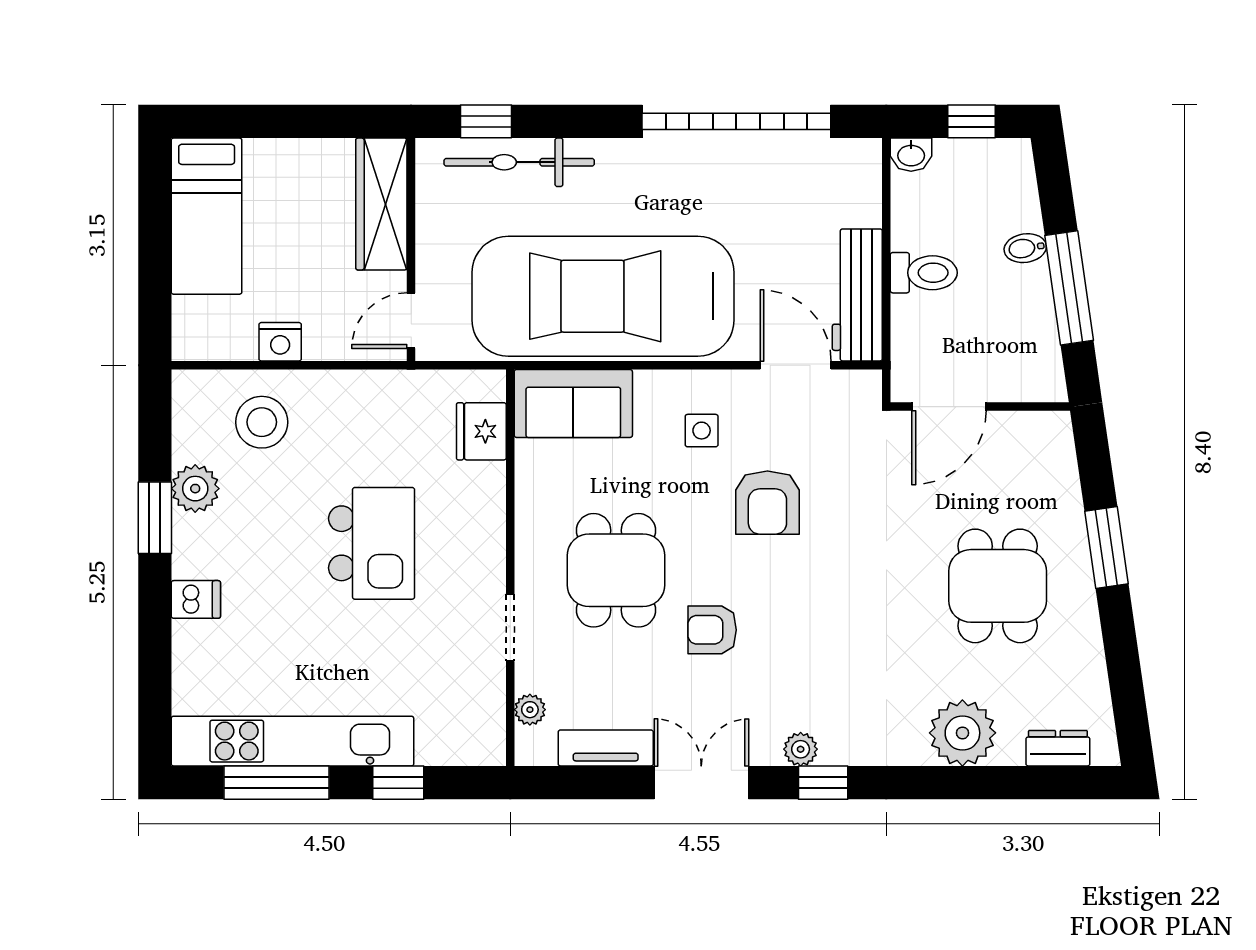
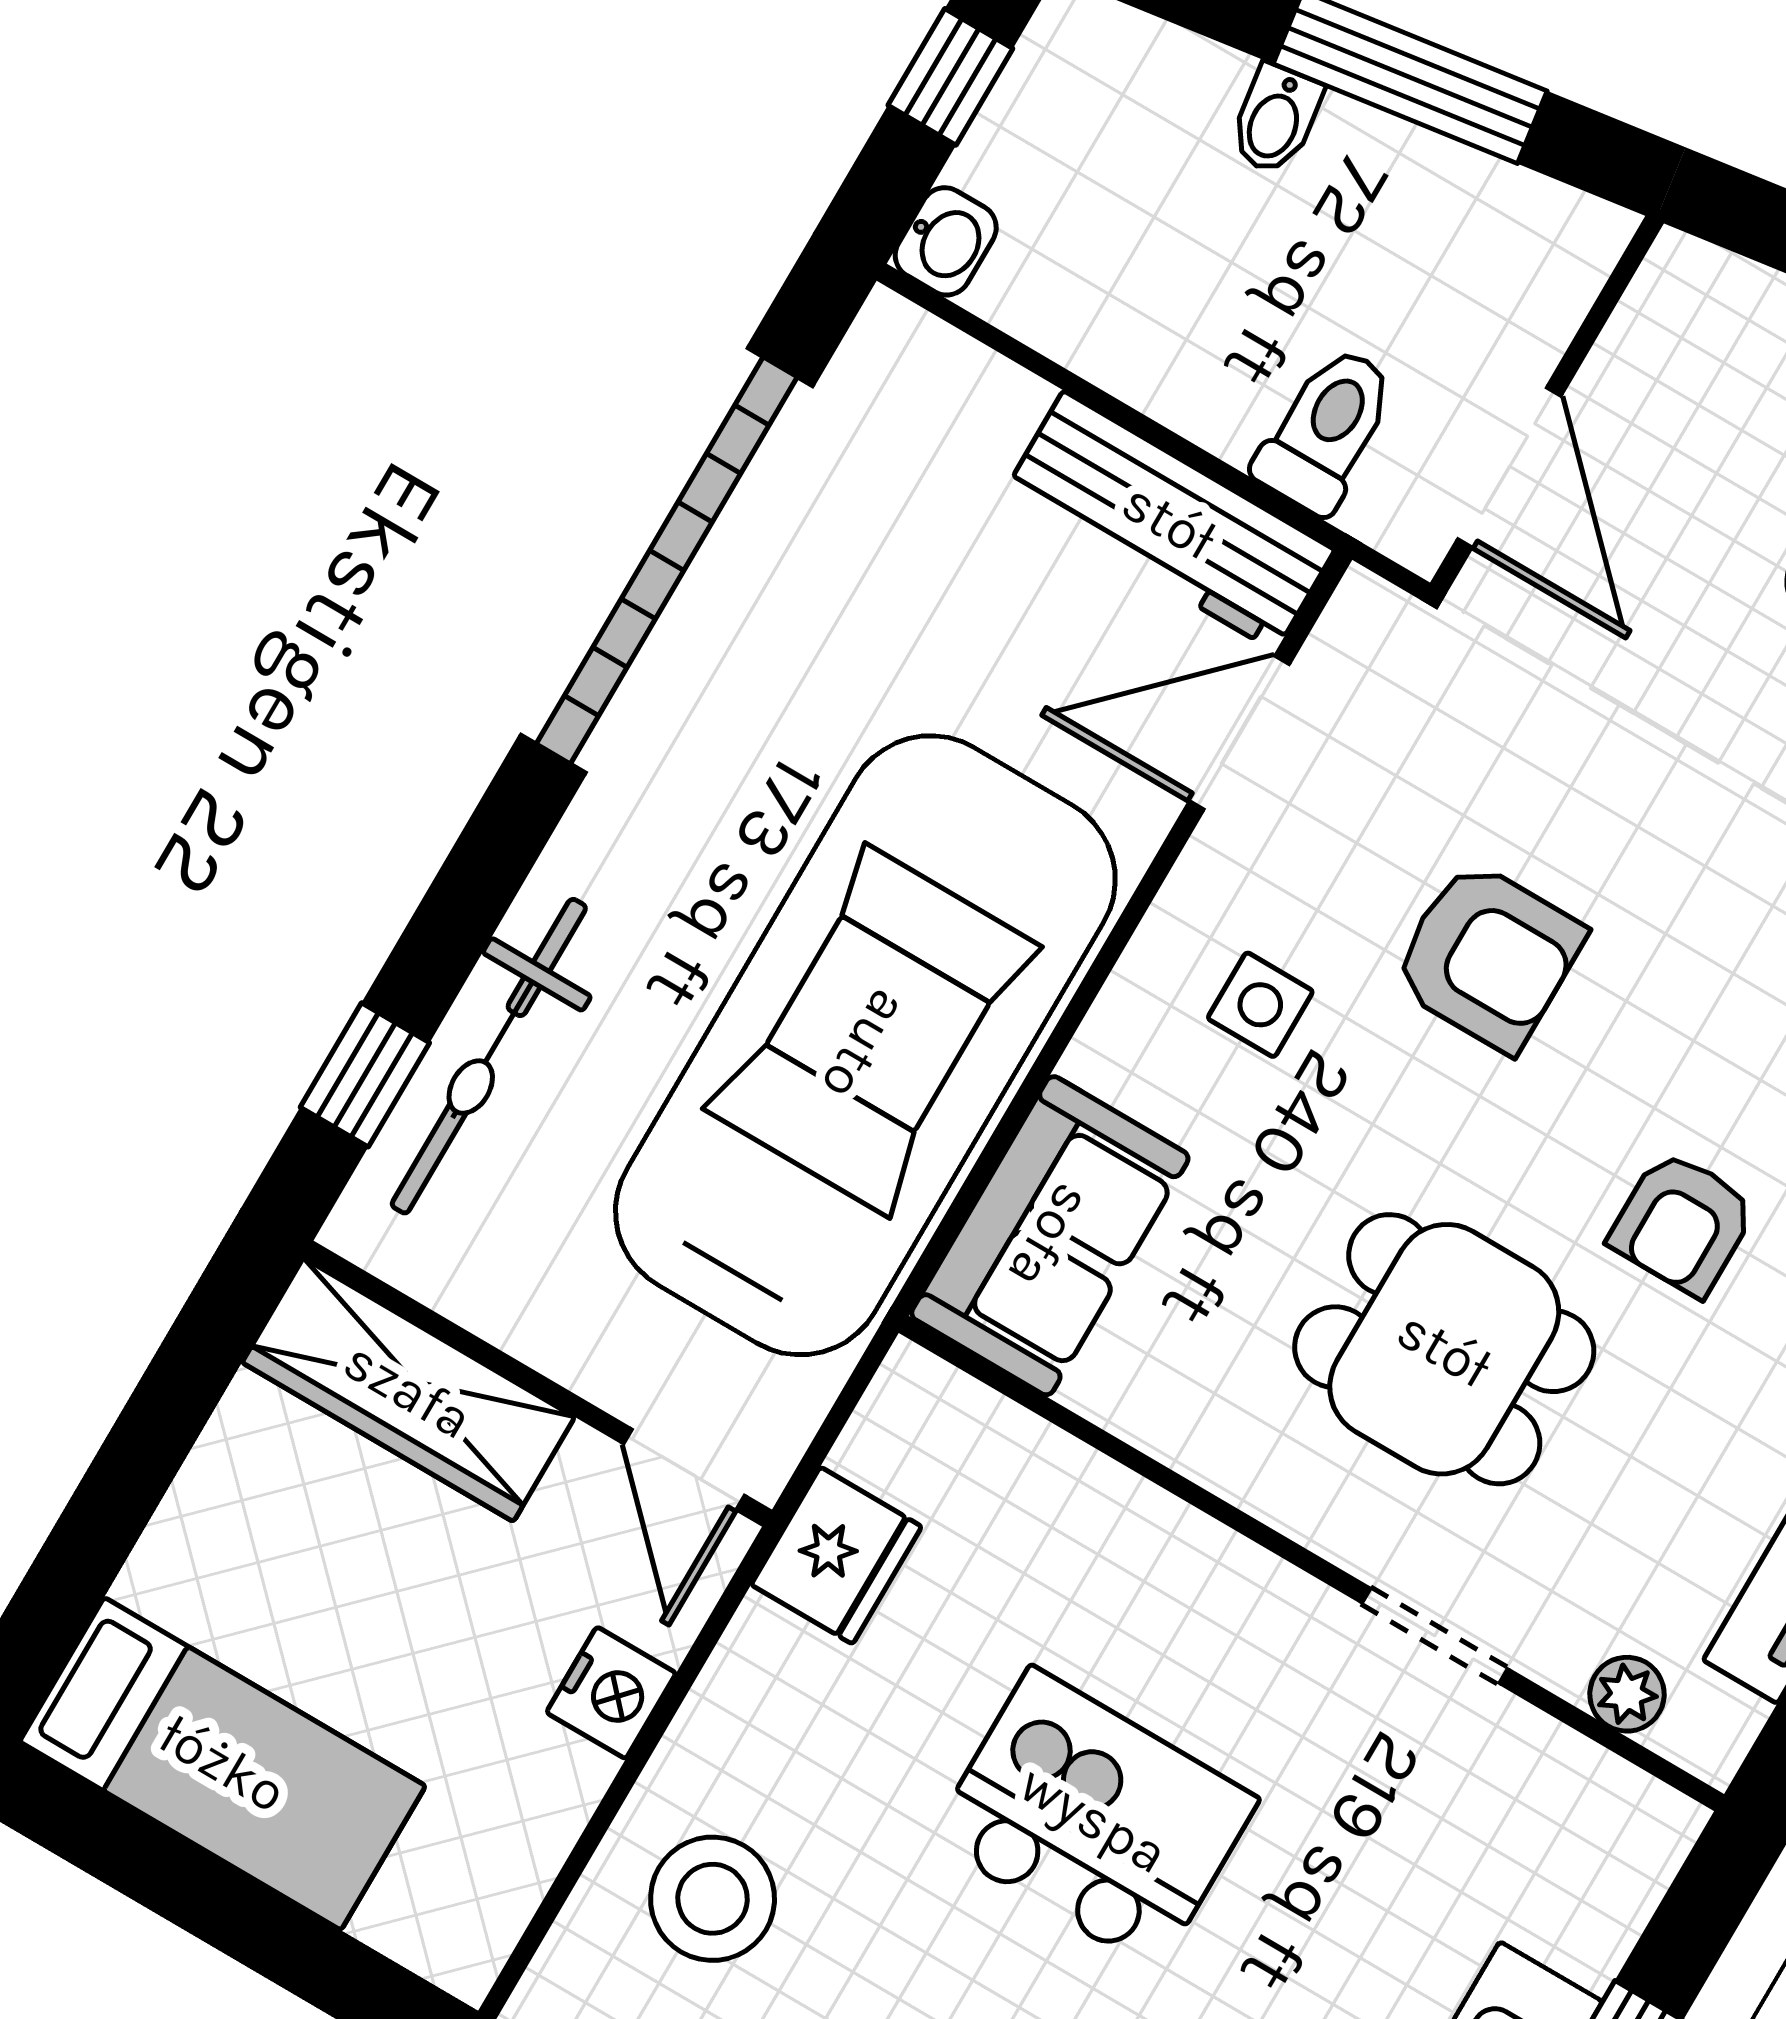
toilet: (924, 273) -> (1326, 430), moved
car: (603, 296) -> (865, 1045), turned 180
nightstand: (280, 342) -> (611, 1693), moved
fridge: (481, 431) -> (836, 1556), moved, turned -90

